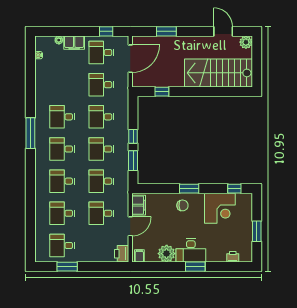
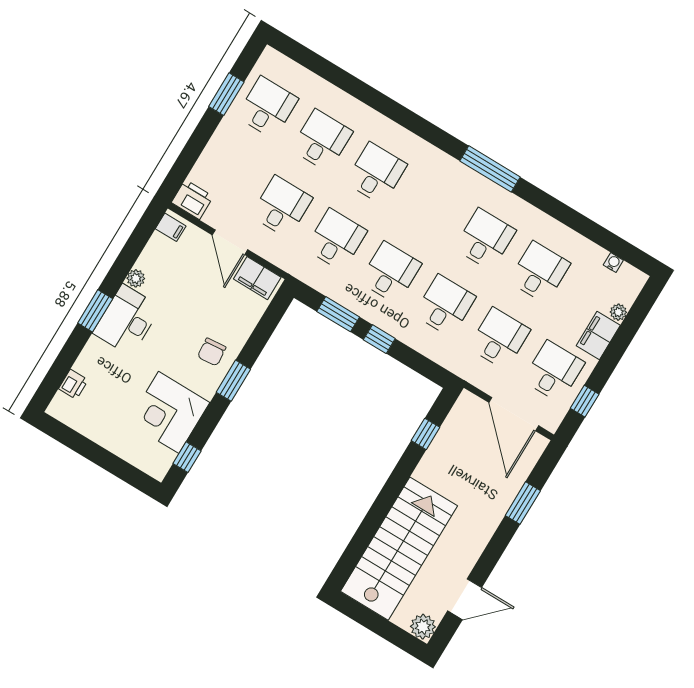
desk: (62, 149) -> (539, 272), moved
window: (257, 231) -> (92, 451), removed
plant: (167, 254) -> (136, 278), width x0.53, depth x0.53

